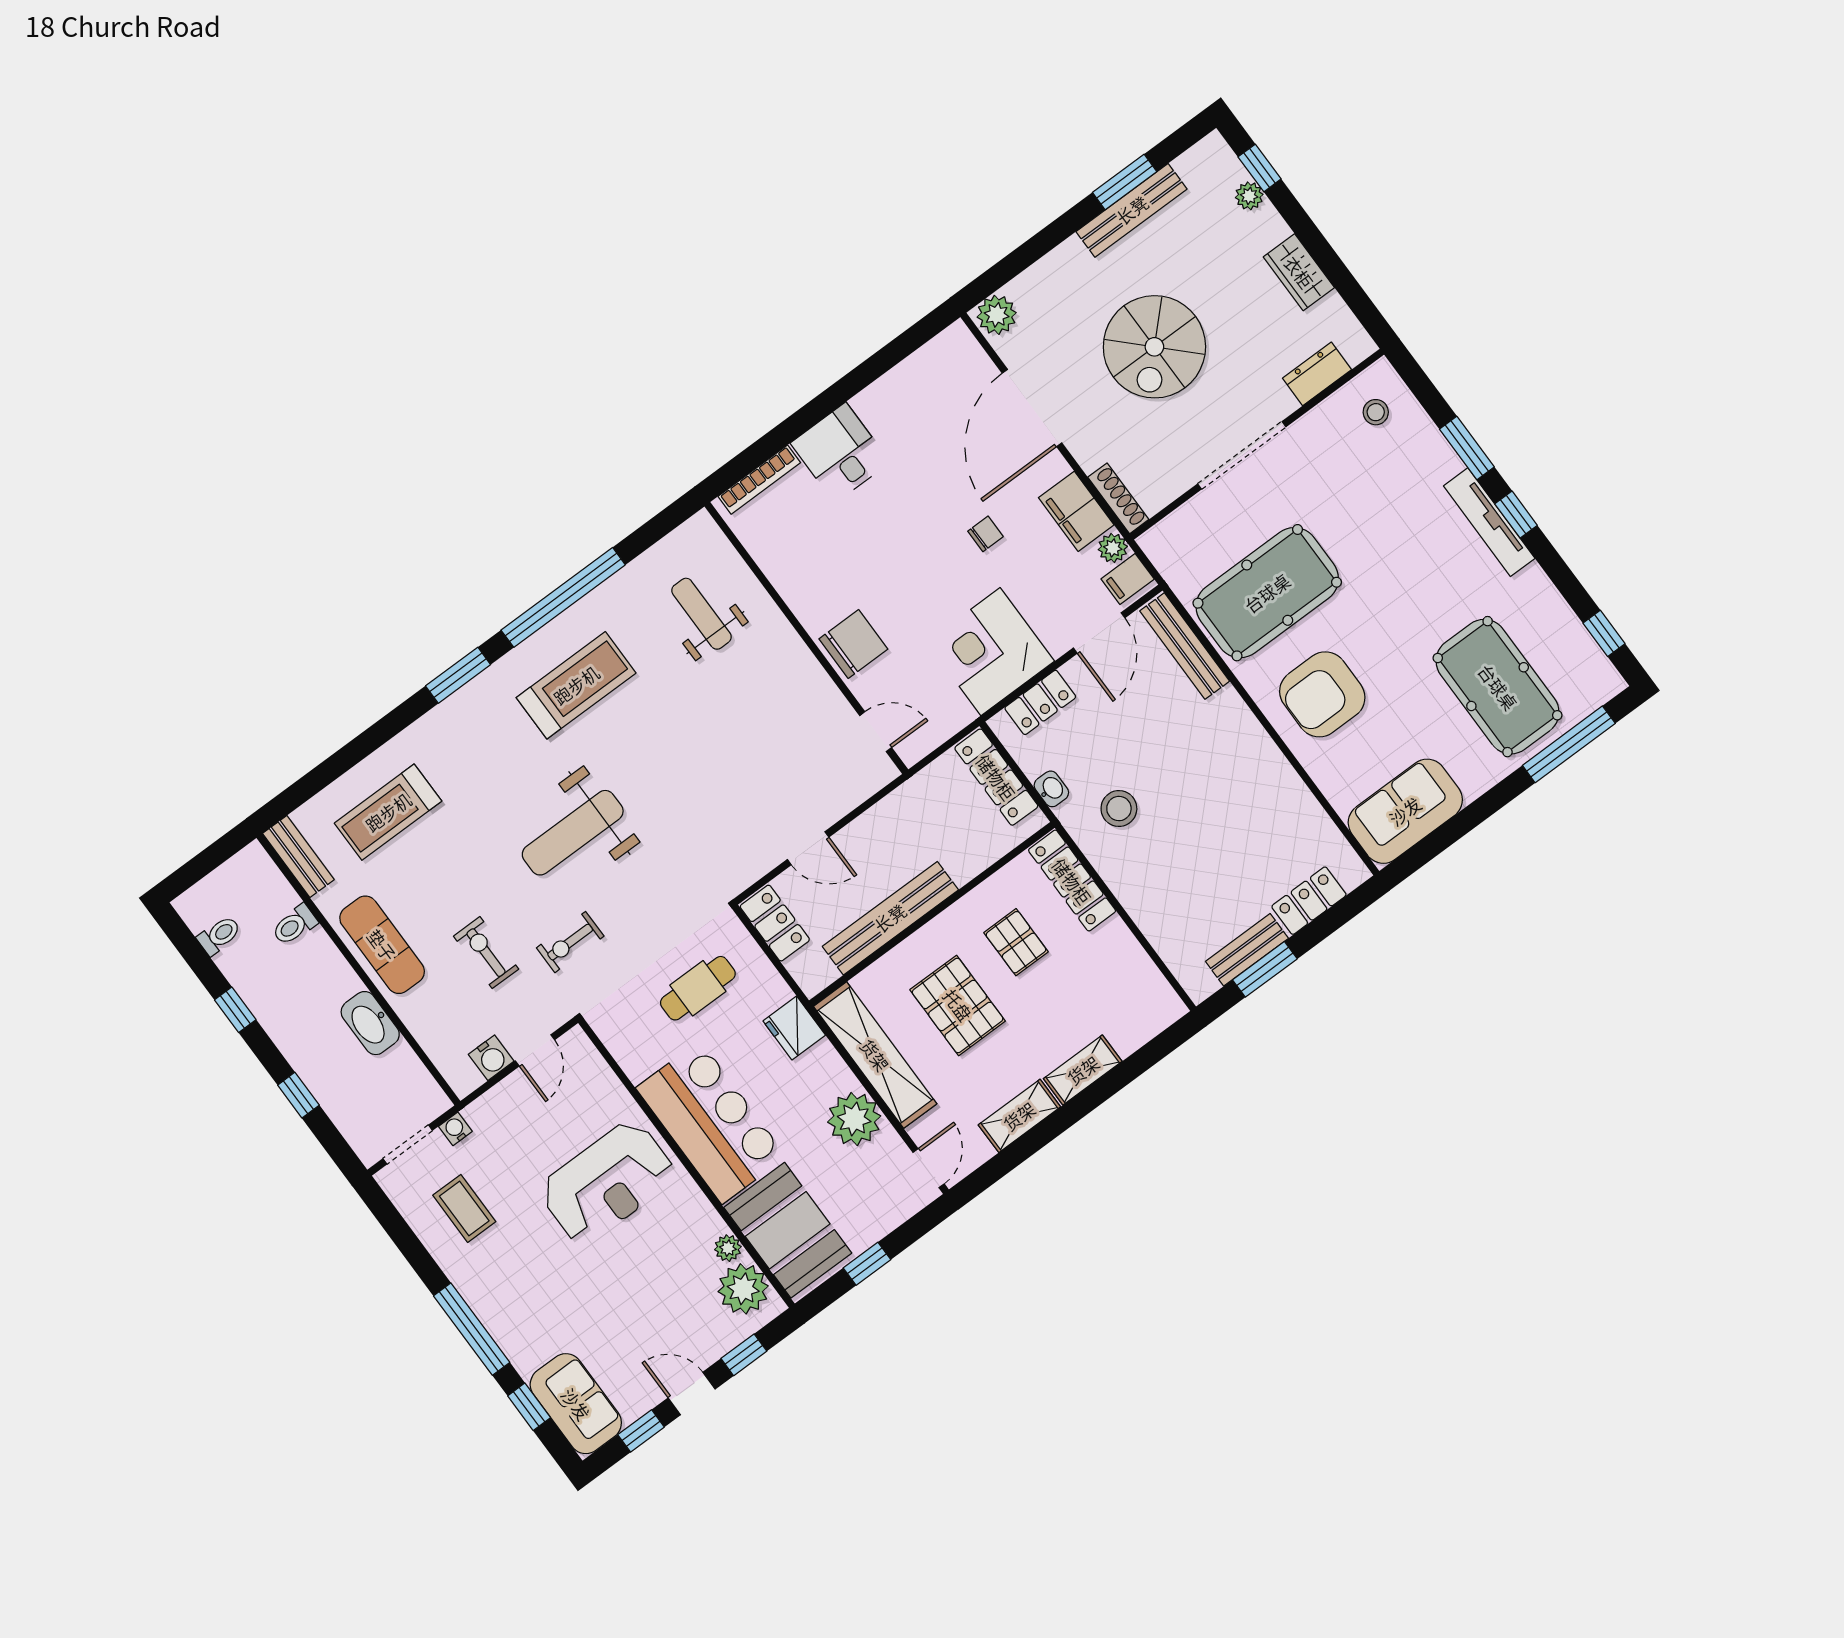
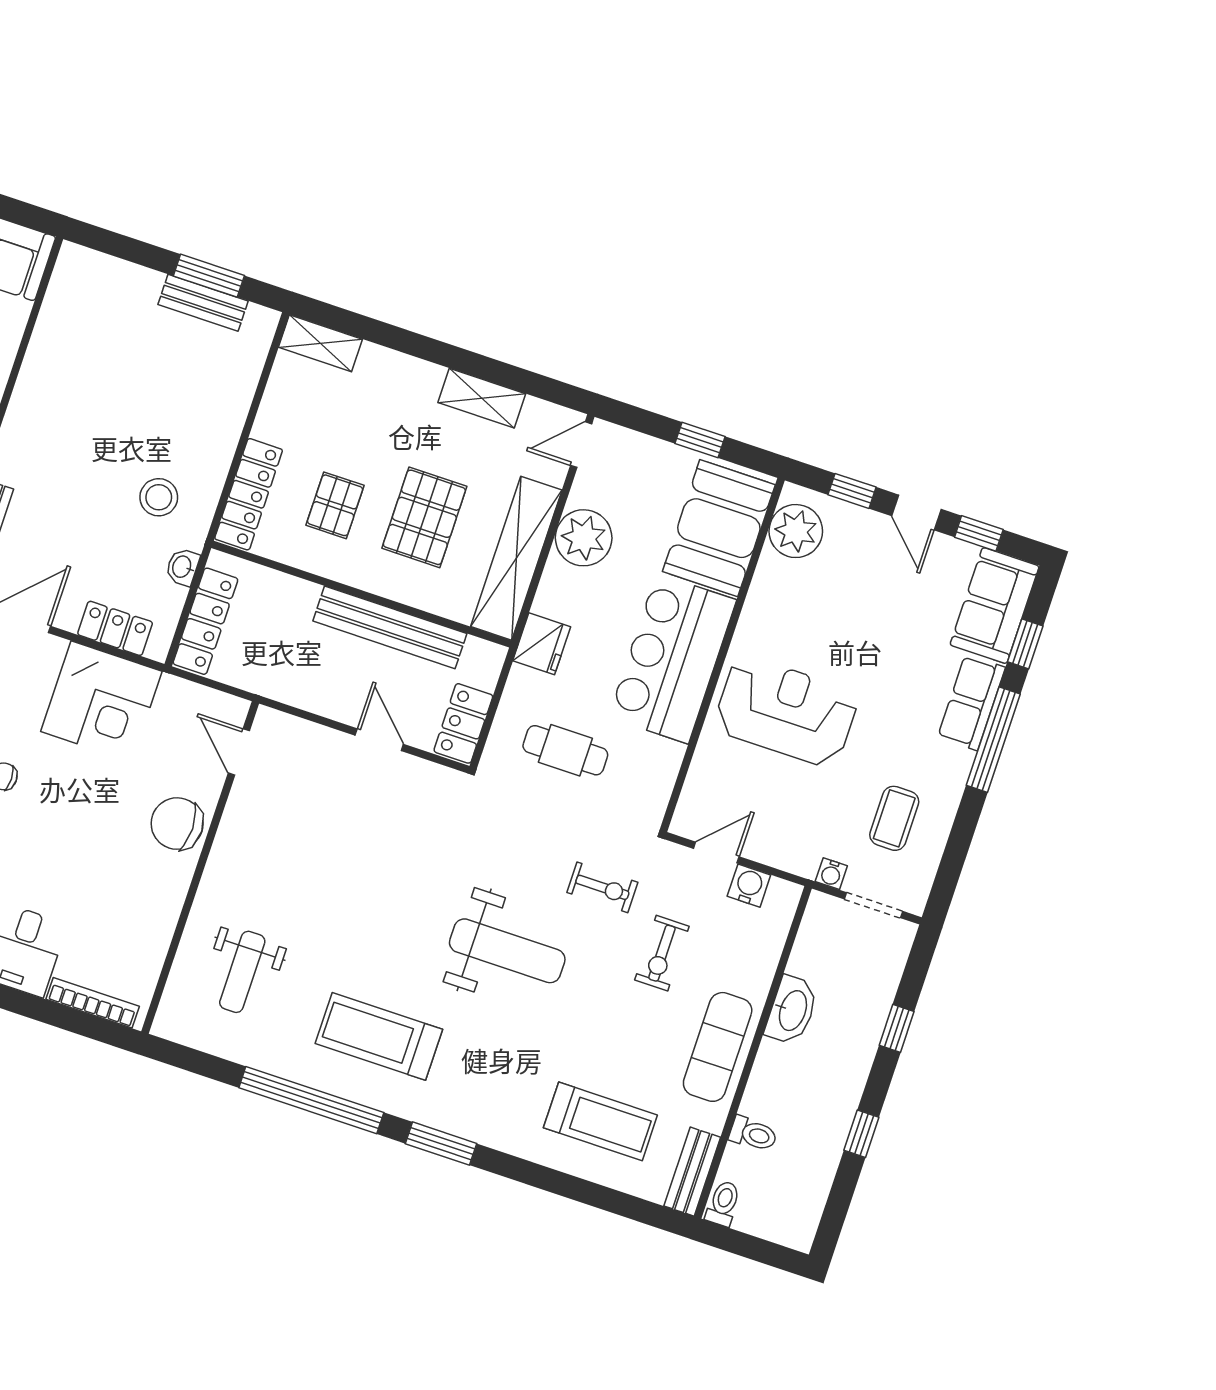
locker: (1309, 901) -> (124, 279), removed
toilet: (219, 935) -> (723, 1203), moved, turned 90
shelving: (1083, 1070) -> (320, 343), moved
plant: (728, 1248) -> (770, 569), removed
row of seats: (513, 1332) -> (971, 702), added

